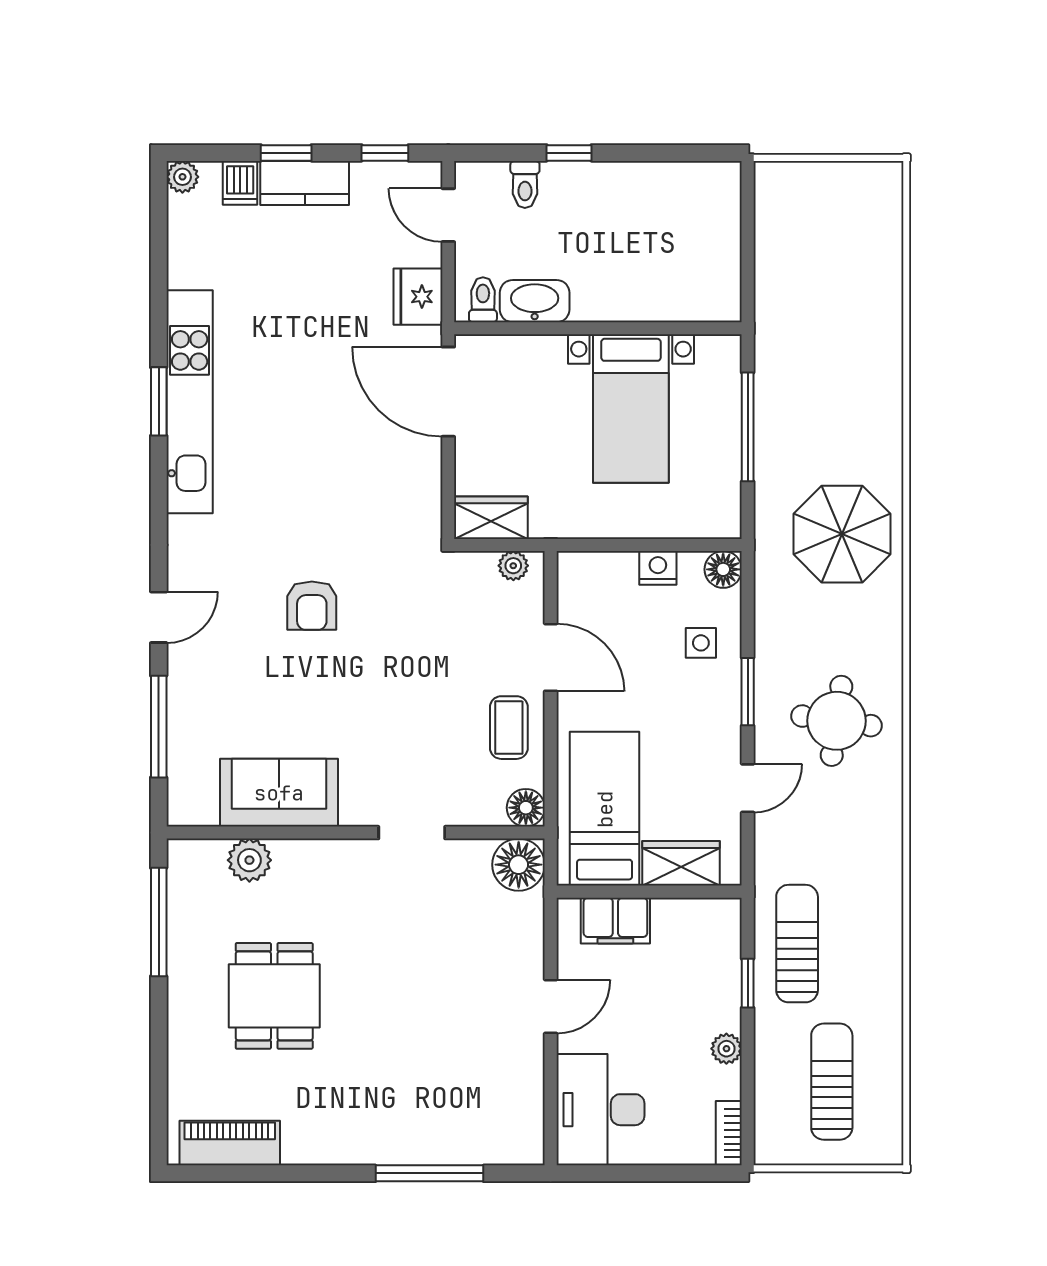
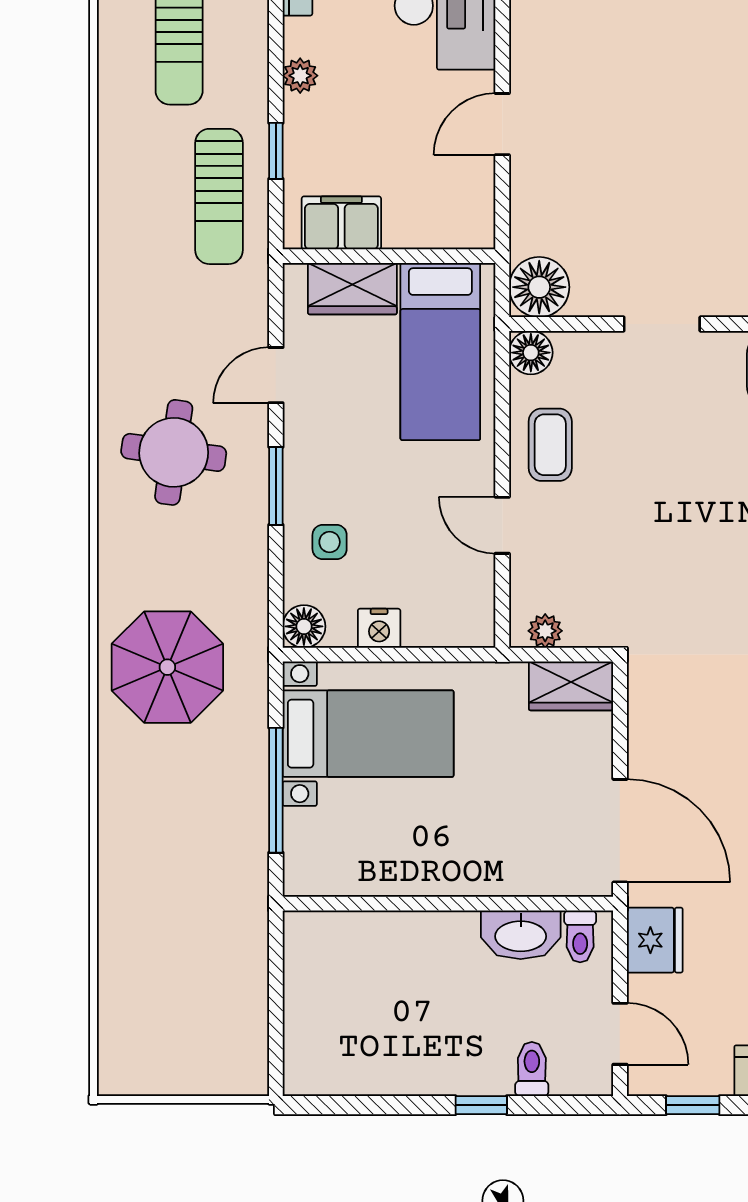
bed with nightstands: (631, 409) -> (368, 734), moved, turned 90
door: (551, 657) -> (502, 525), width x0.73
filing cabinet: (615, 921) -> (341, 223), moved

